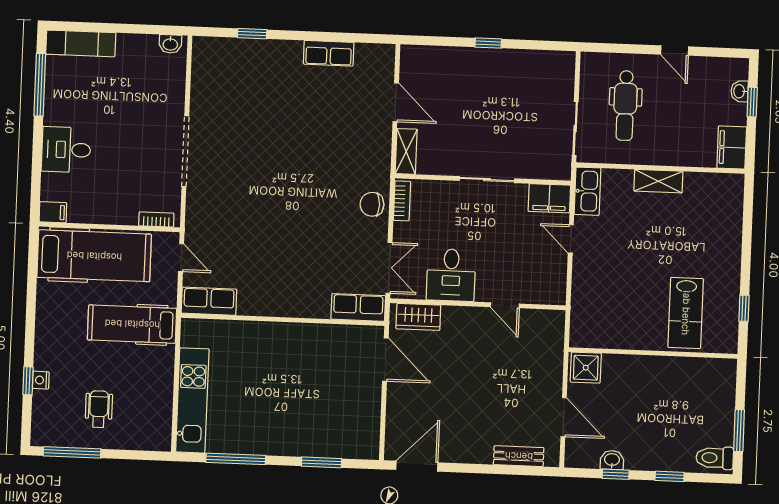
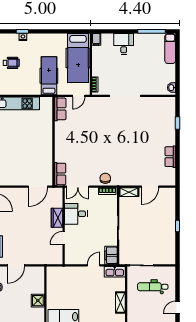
wardrobe: (418, 317) -> (57, 218), moved
shower: (586, 368) -> (38, 301), moved

